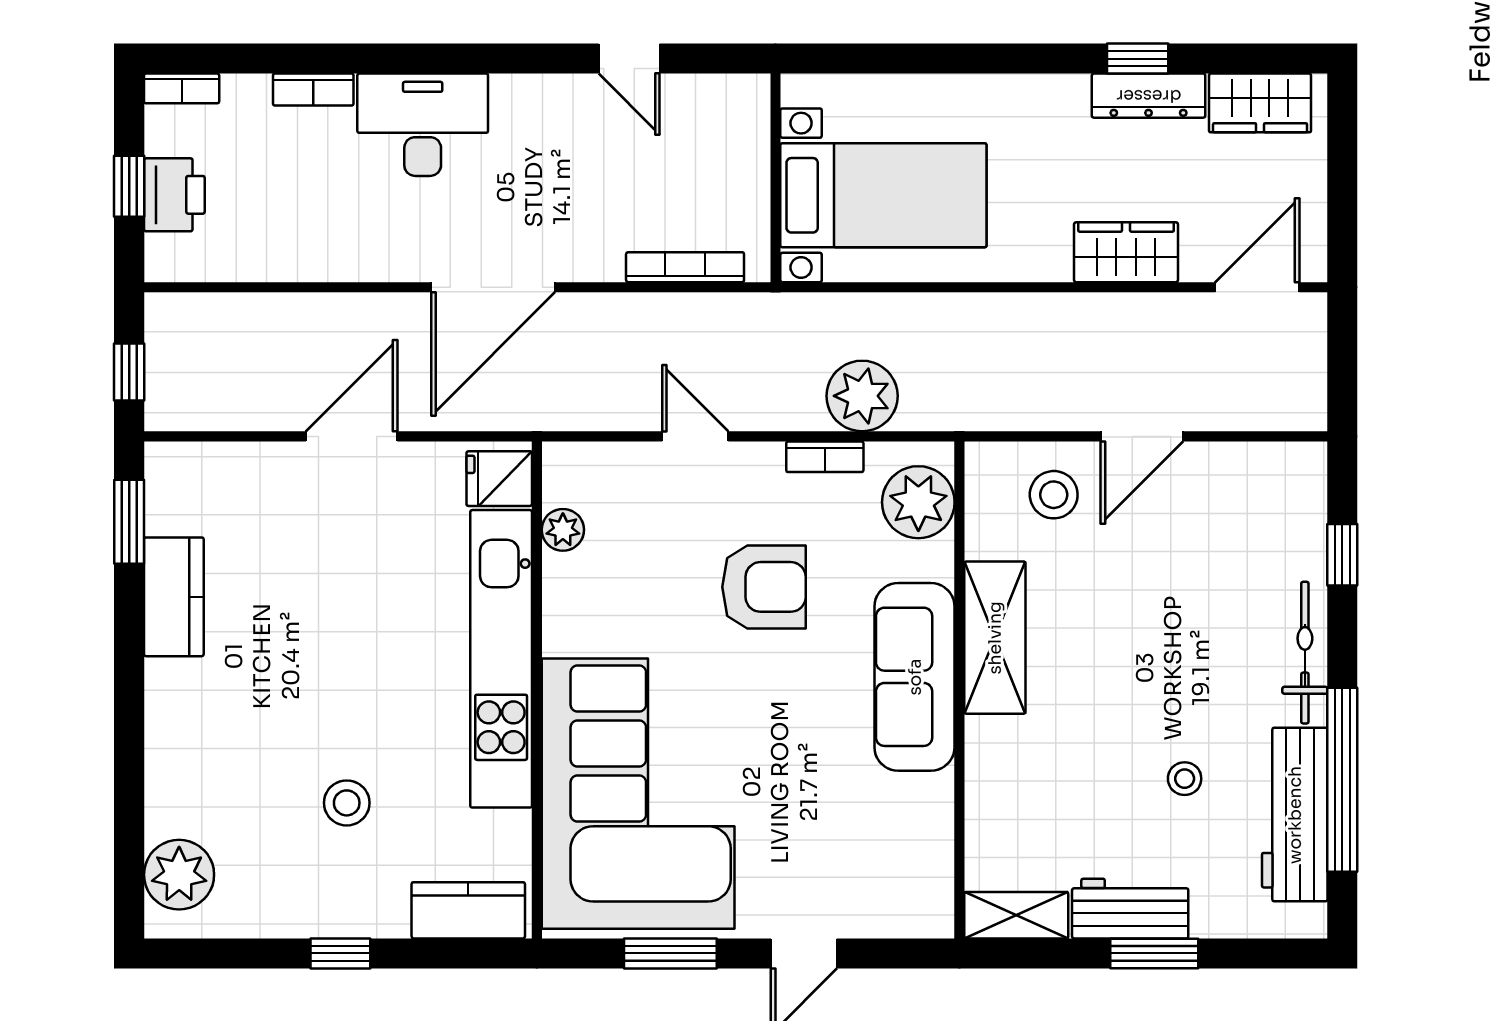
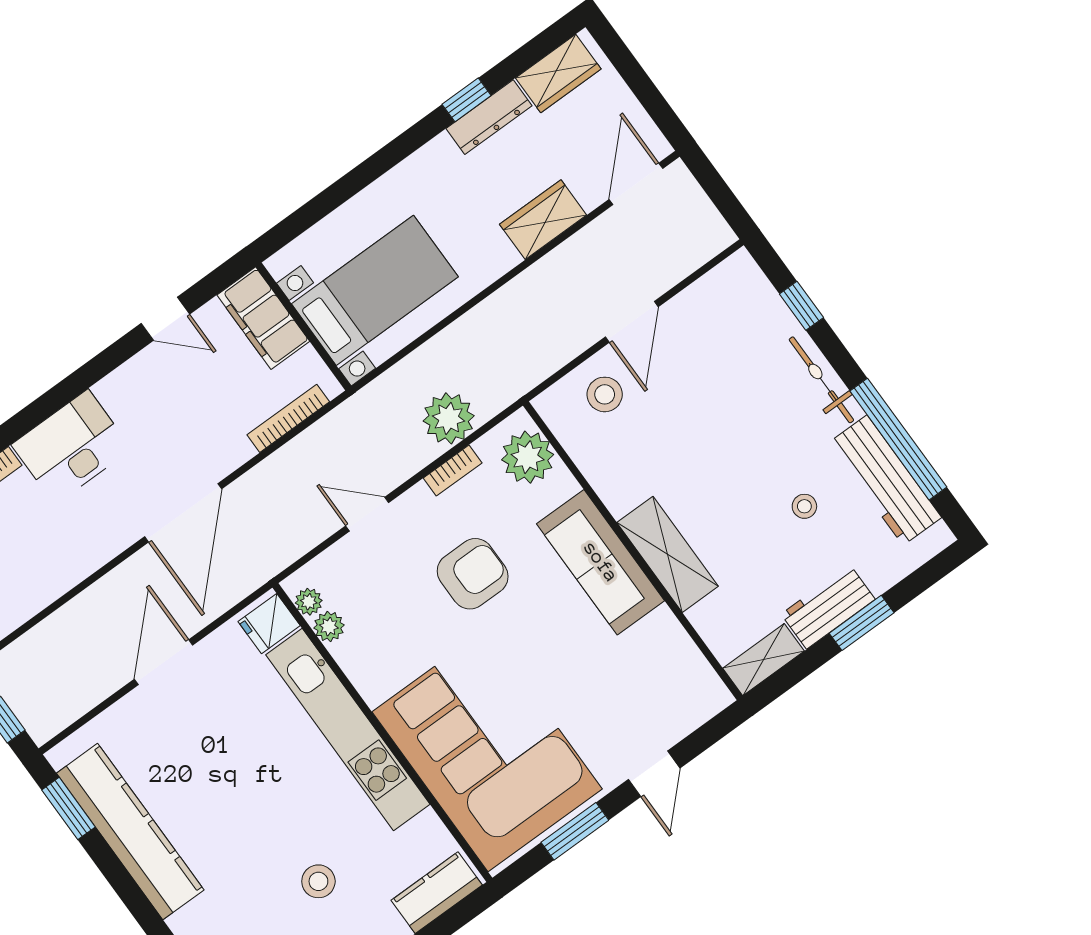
filing cabinet: (738, 136) -> (263, 318), added
plant: (560, 486) -> (309, 602), added
kitchen counter: (174, 597) -> (130, 832), width x2.08, depth x1.17
shelving: (995, 638) -> (668, 554), moved

